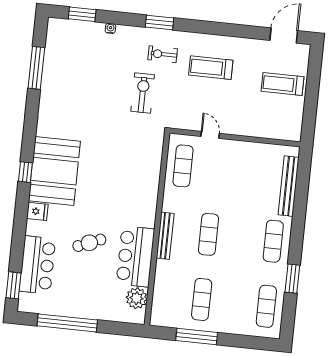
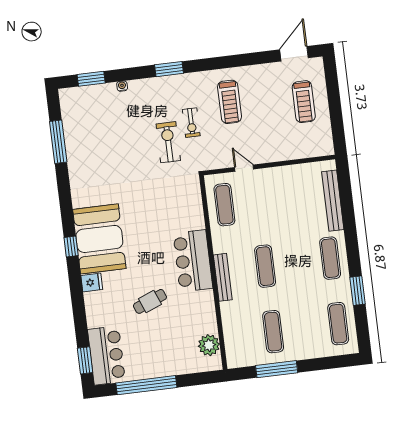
exercise bike: (163, 54) -> (191, 123), moved, turned -90
treadmill: (211, 68) -> (230, 102), turned -90
treadmill: (283, 84) -> (304, 102), turned -90
bar counter: (135, 256) -> (193, 261), moved
bar counter: (37, 265) -> (106, 355), moved

